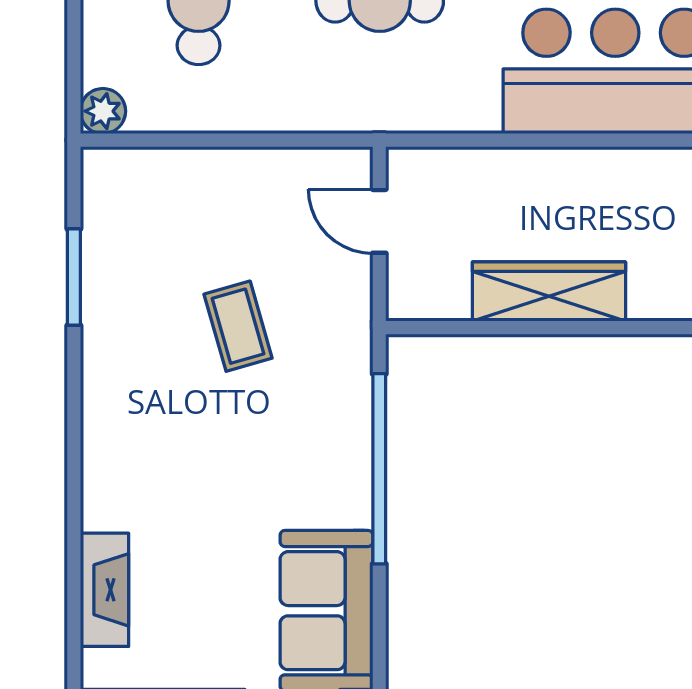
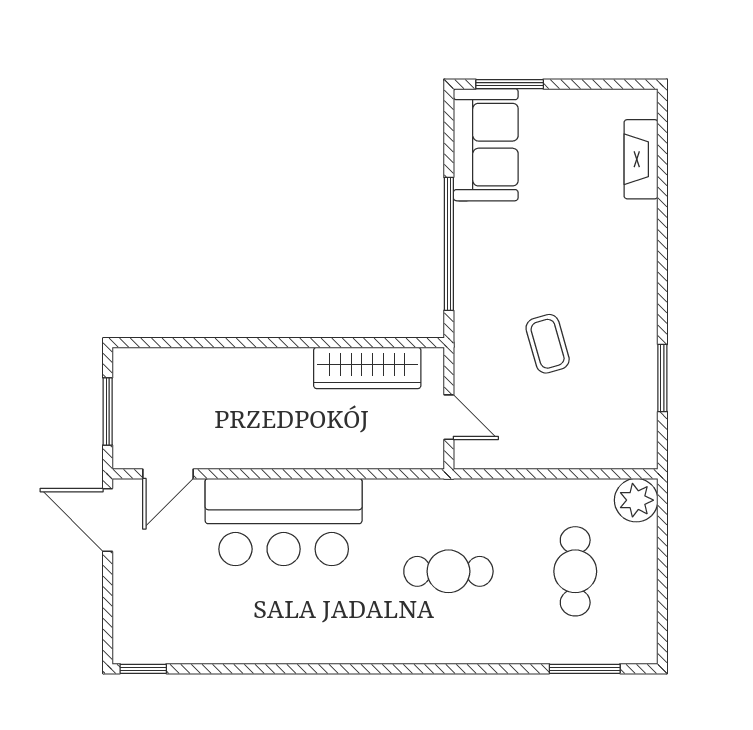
plant: (103, 111) -> (636, 500), width x1.38, depth x1.38
wardrobe: (549, 292) -> (367, 368), moved

